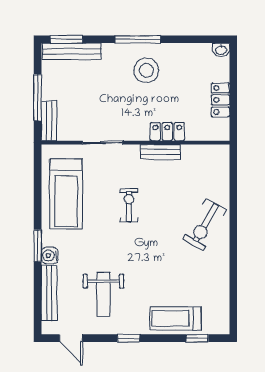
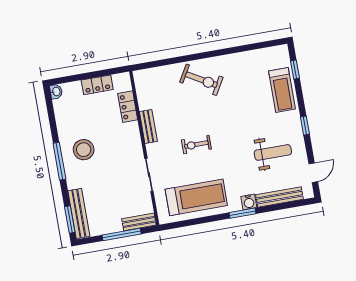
locker: (167, 132) -> (128, 107), moved

